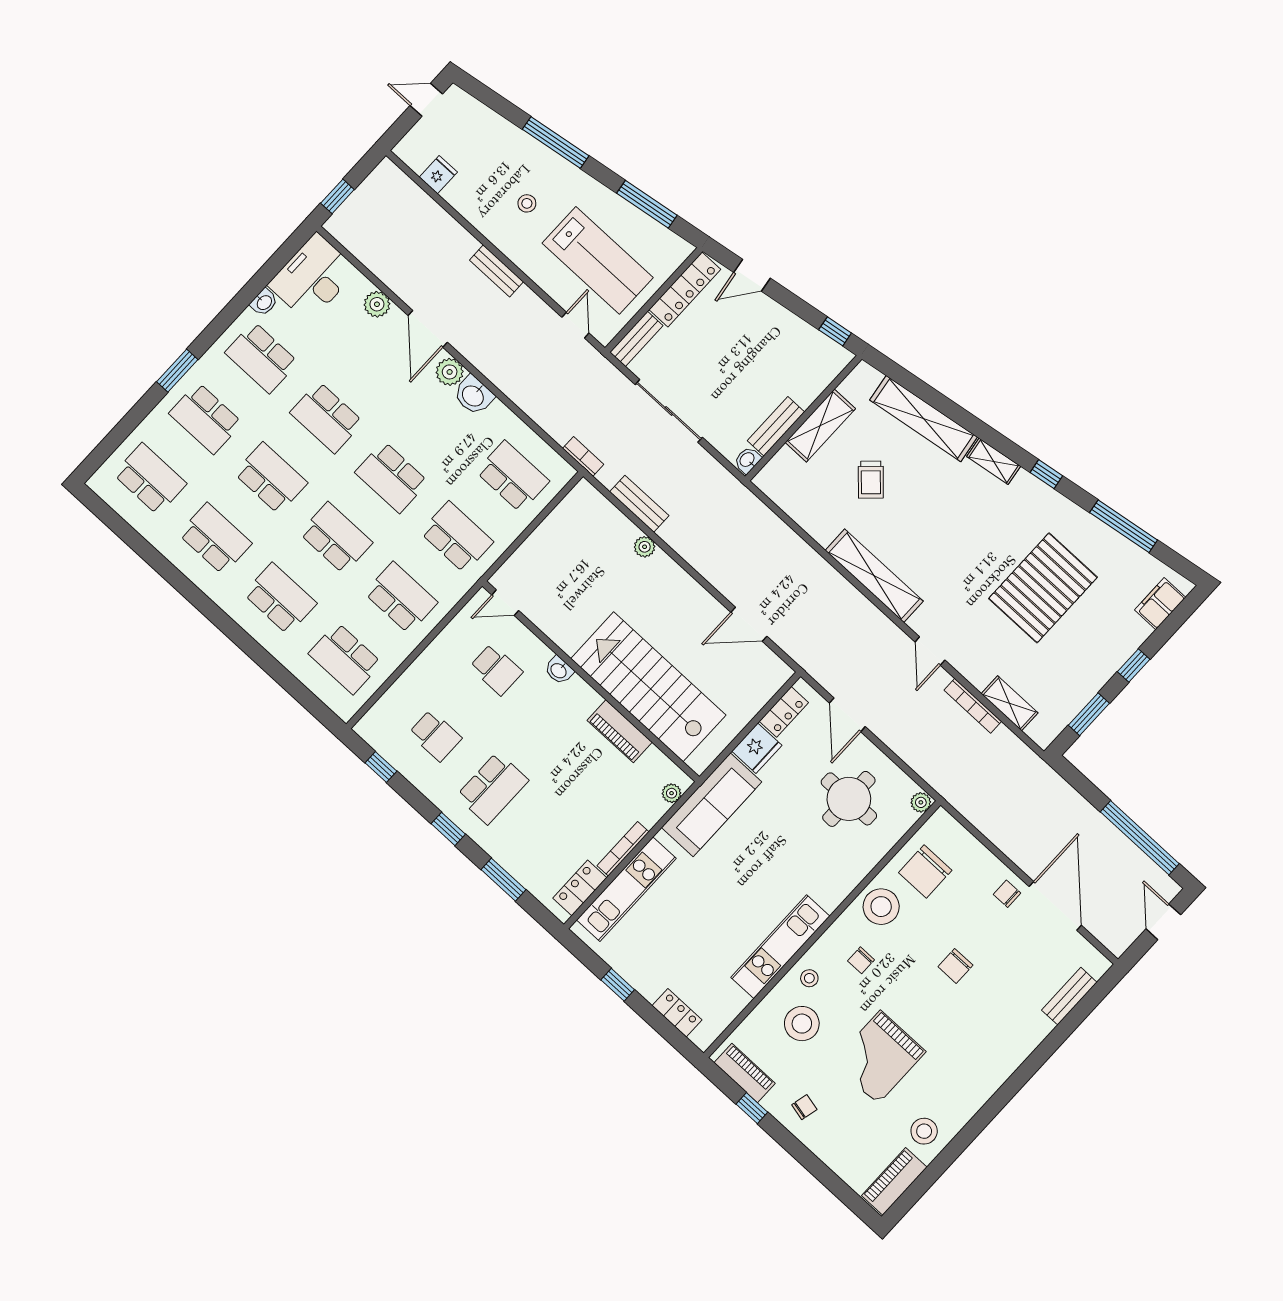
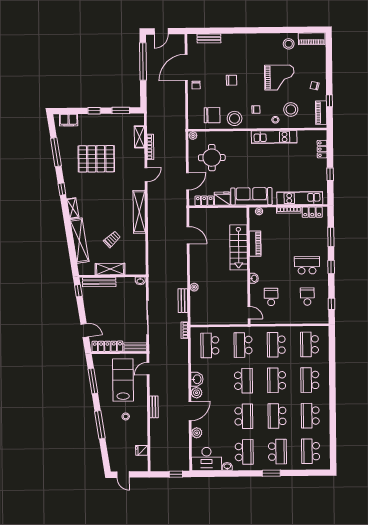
bench: (776, 426) -> (99, 282), moved, width x1.36
school desk: (345, 658) -> (309, 344), turned 180
stairs: (648, 687) -> (239, 247), width x0.73, depth x0.66

